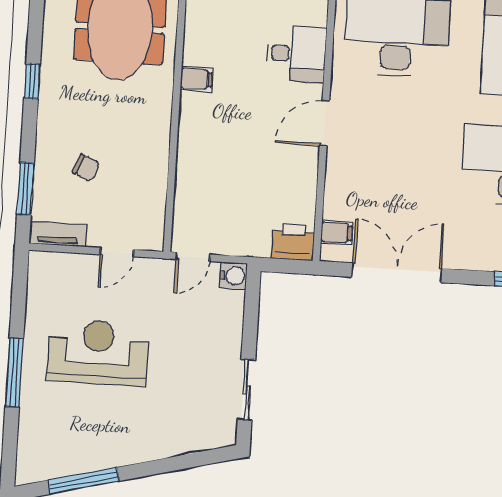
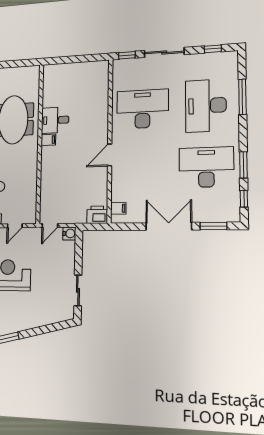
desk: (296, 54) -> (55, 120), moved, turned 180
double door: (397, 273) -> (169, 226), moved

